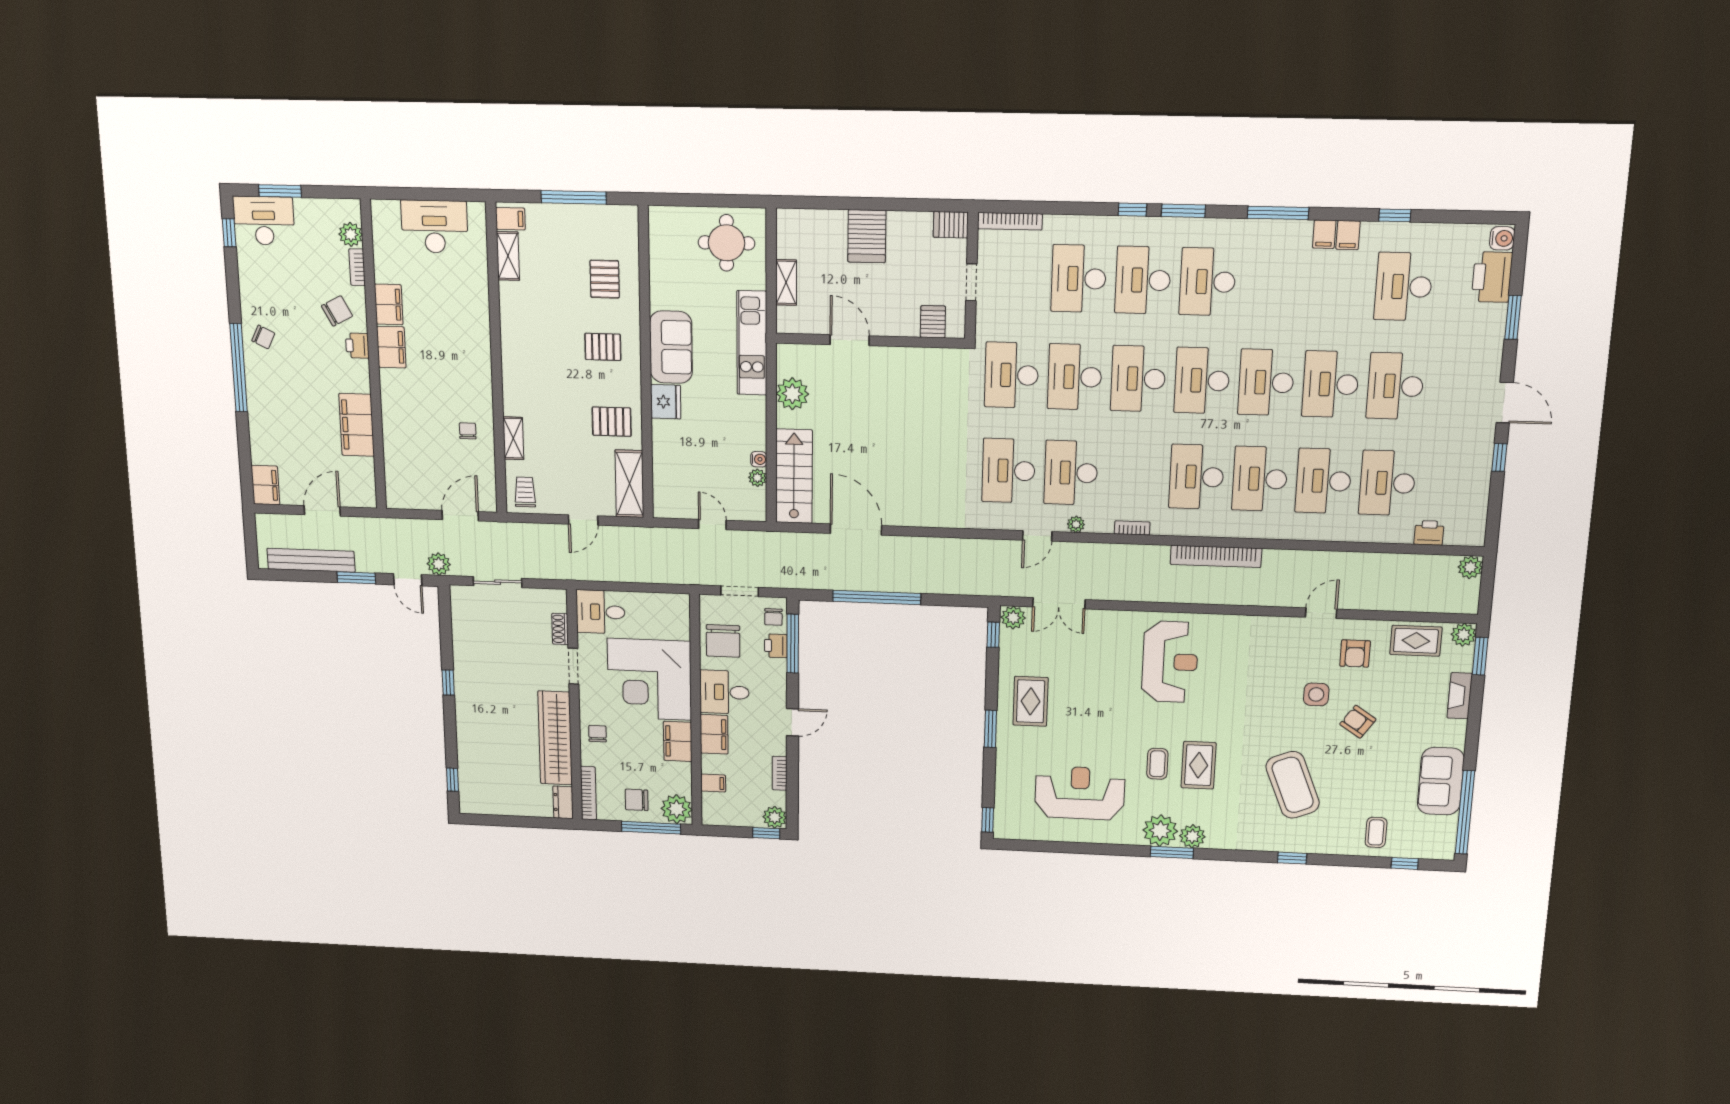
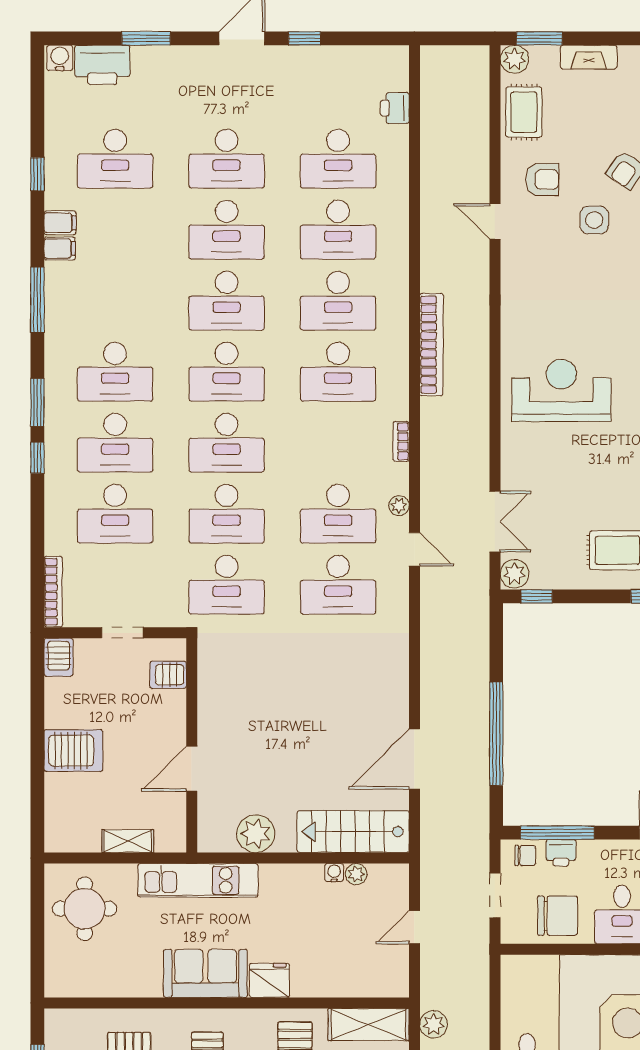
plant: (1470, 567) -> (434, 1024), moved

